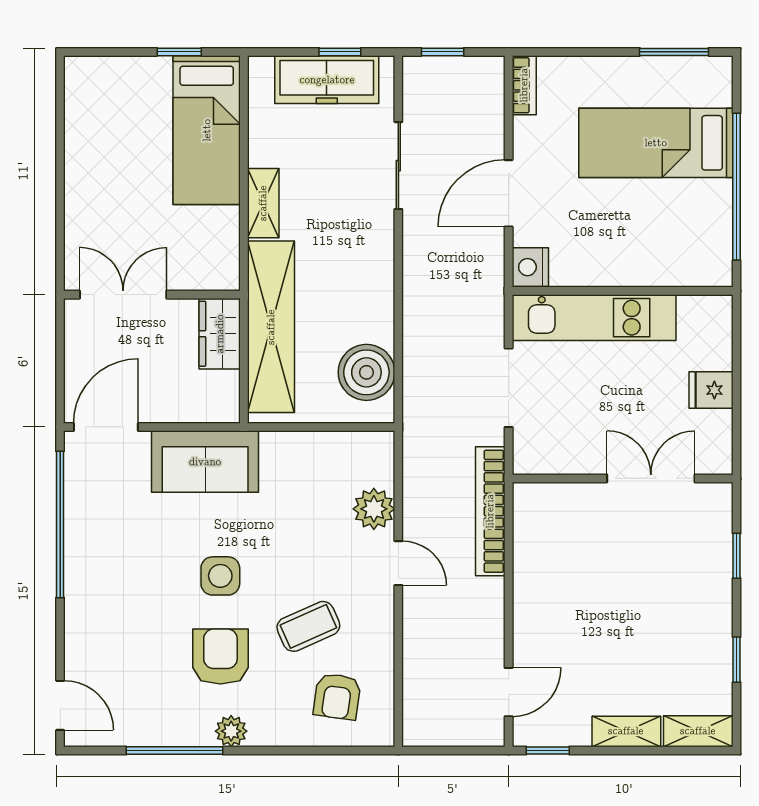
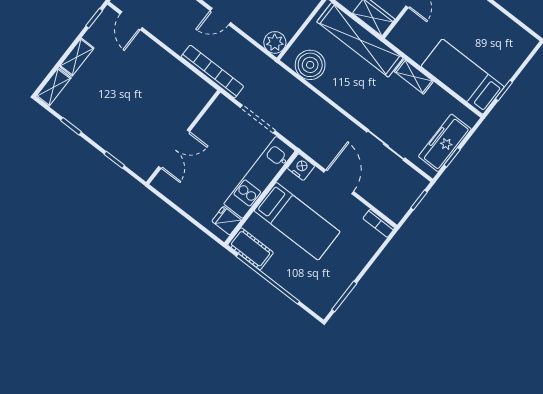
bed: (656, 143) -> (297, 221), moved, turned 90
cot: (712, 248) -> (251, 249), added
fridge: (711, 390) -> (227, 221), moved, turned -90
plant: (374, 509) -> (275, 42), moved

